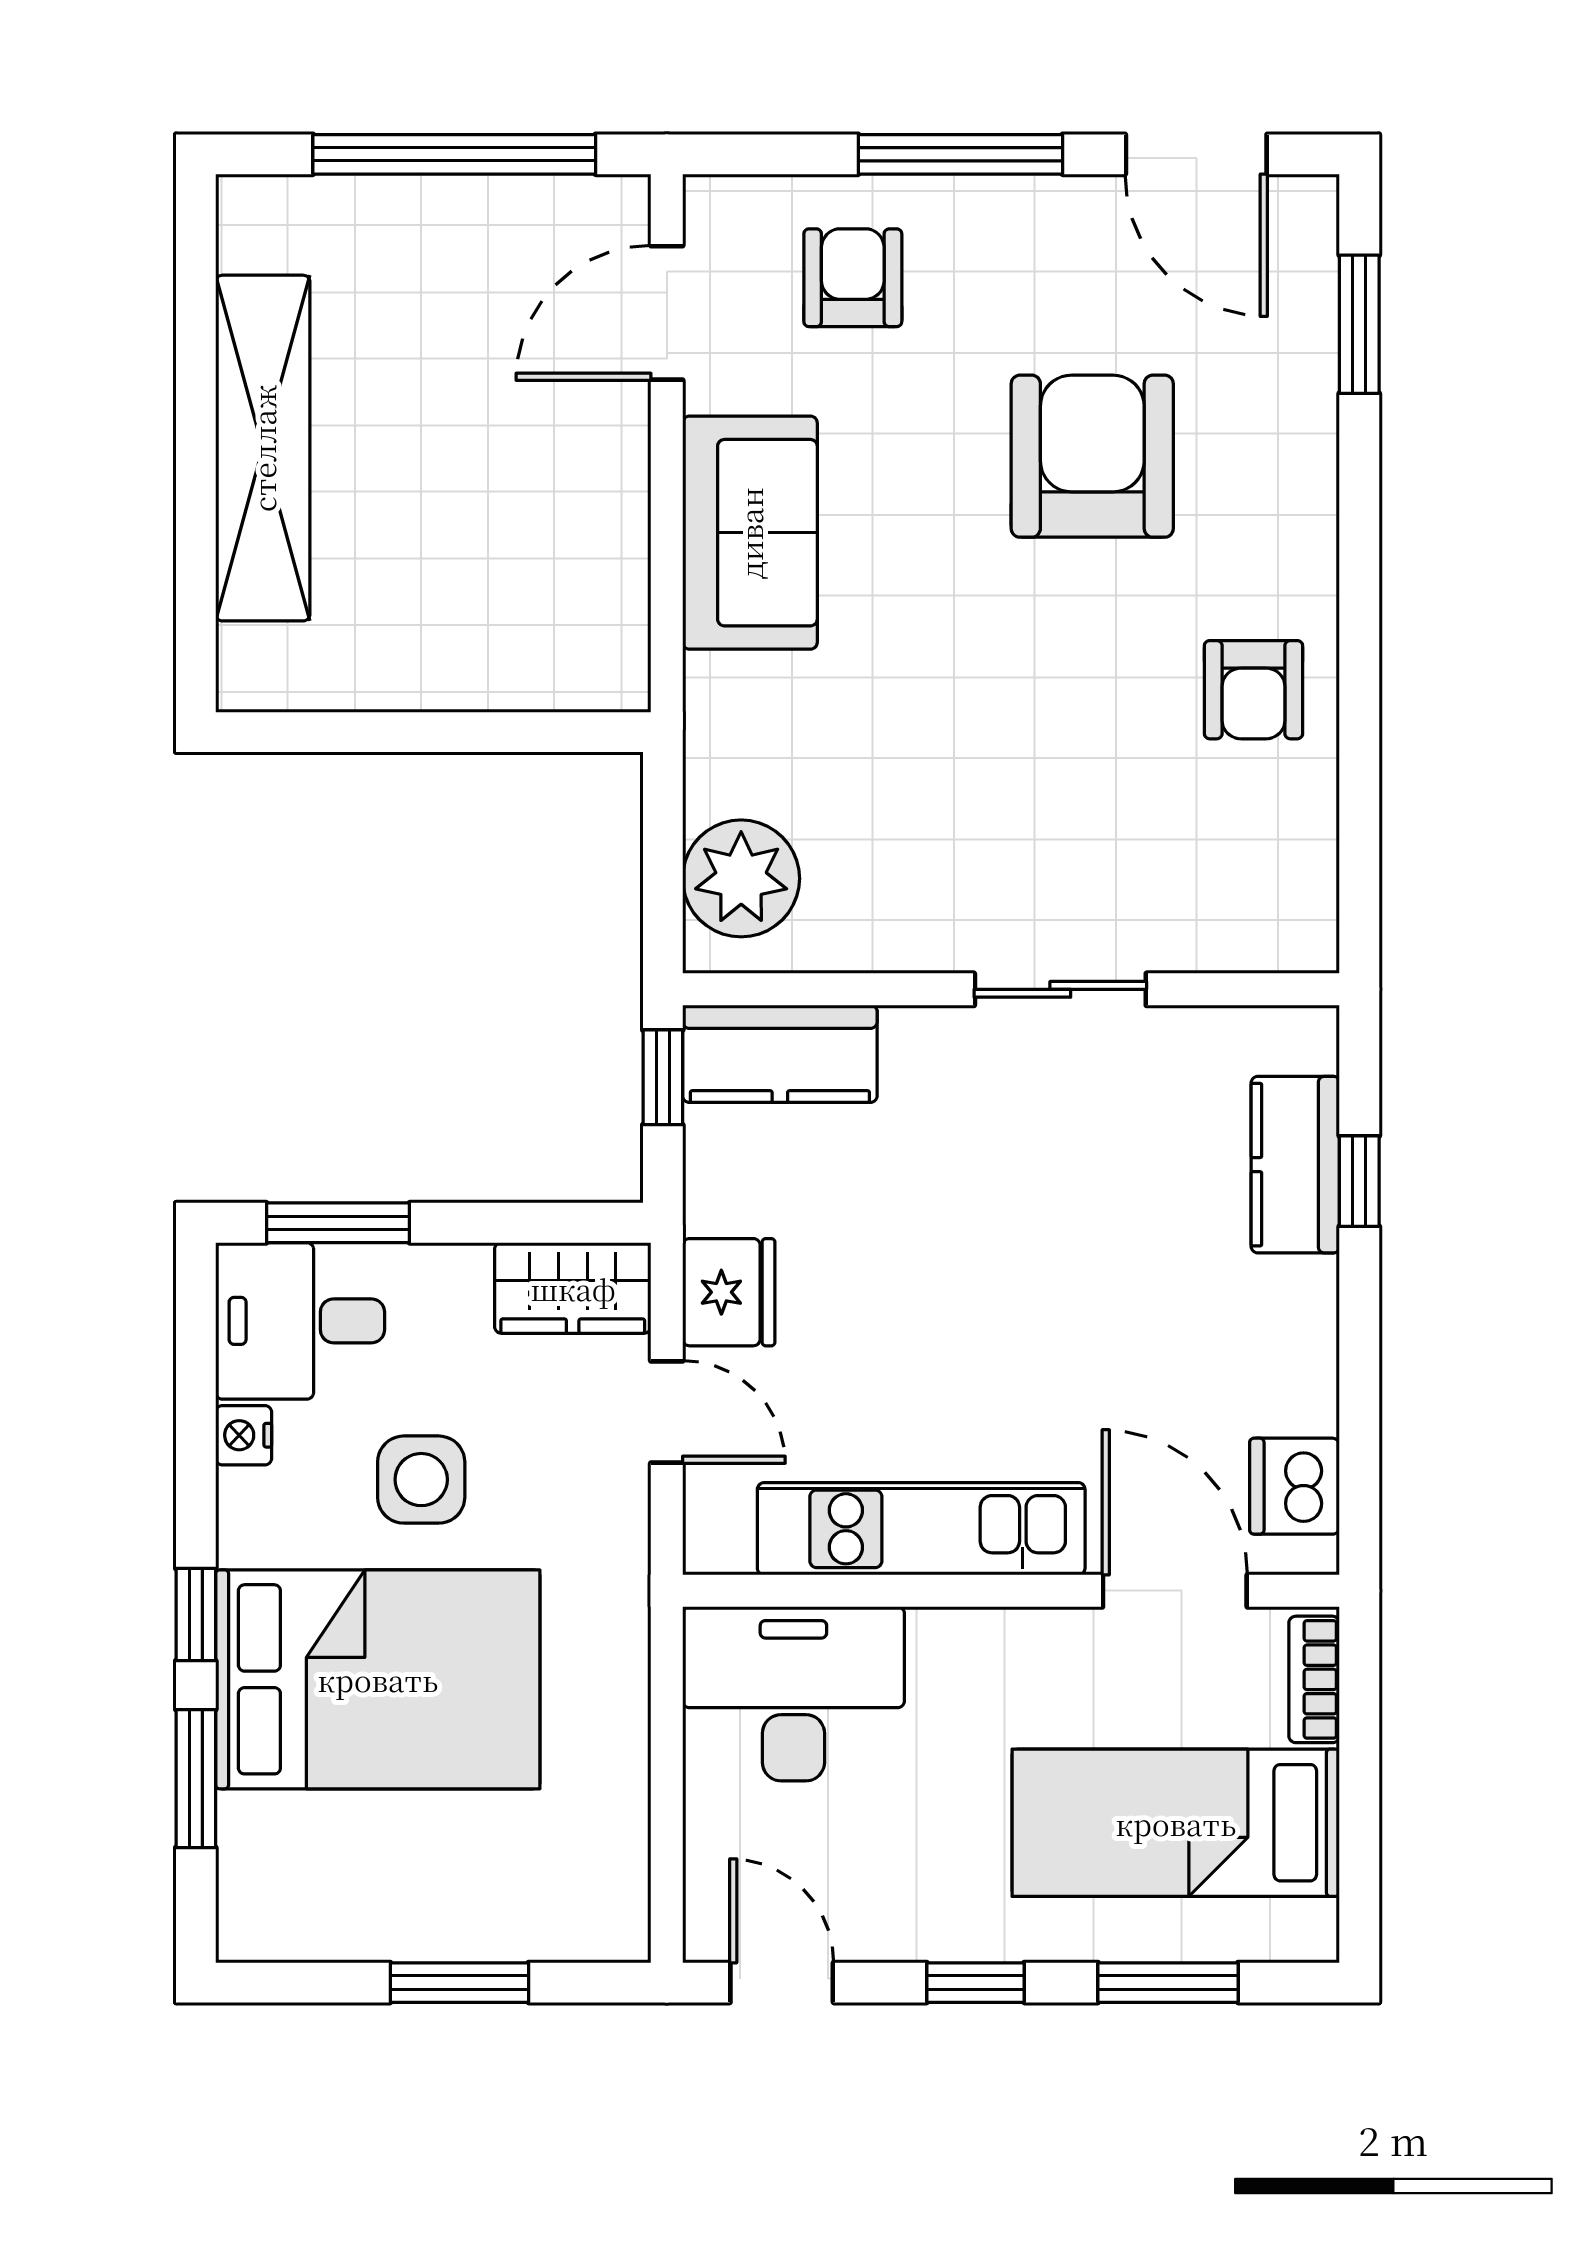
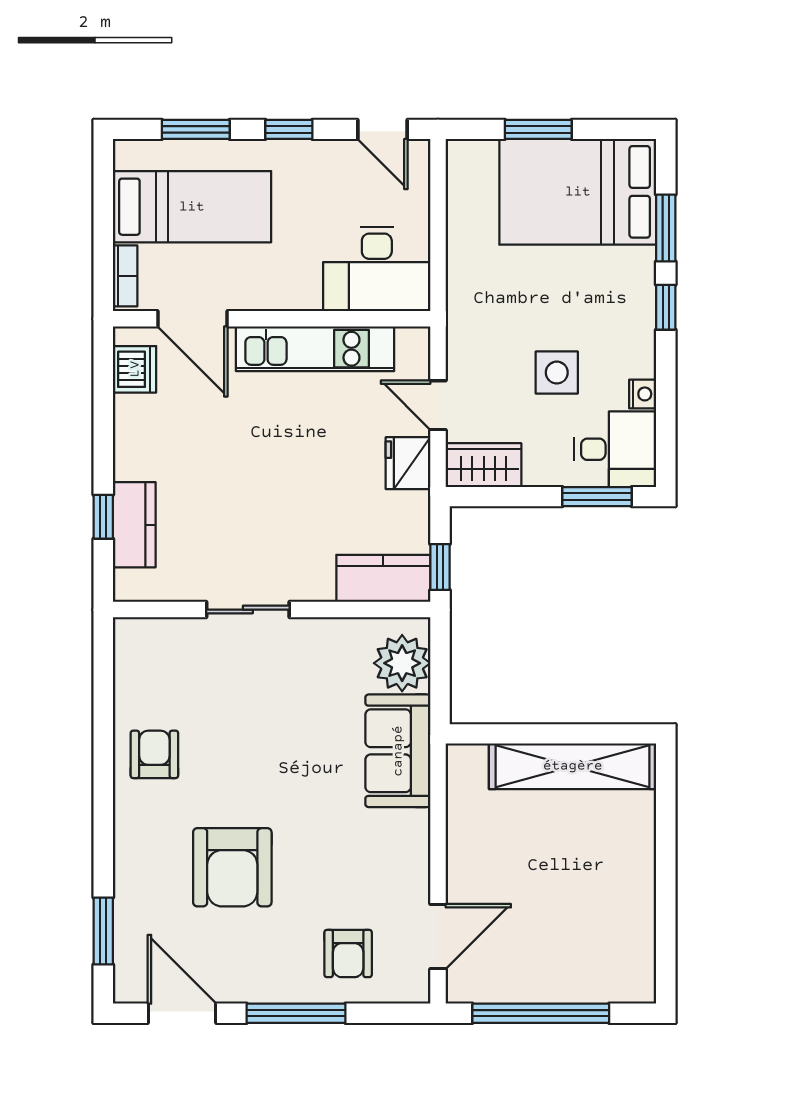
shelving: (263, 448) -> (573, 766), moved, turned 90
sofa: (750, 533) -> (398, 751), moved
bed: (378, 1679) -> (578, 192), moved

